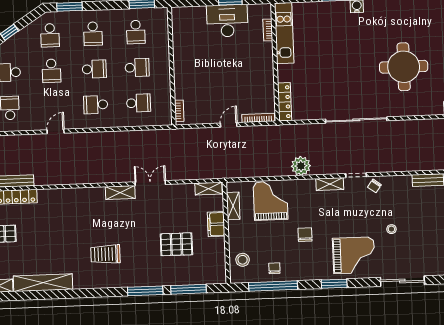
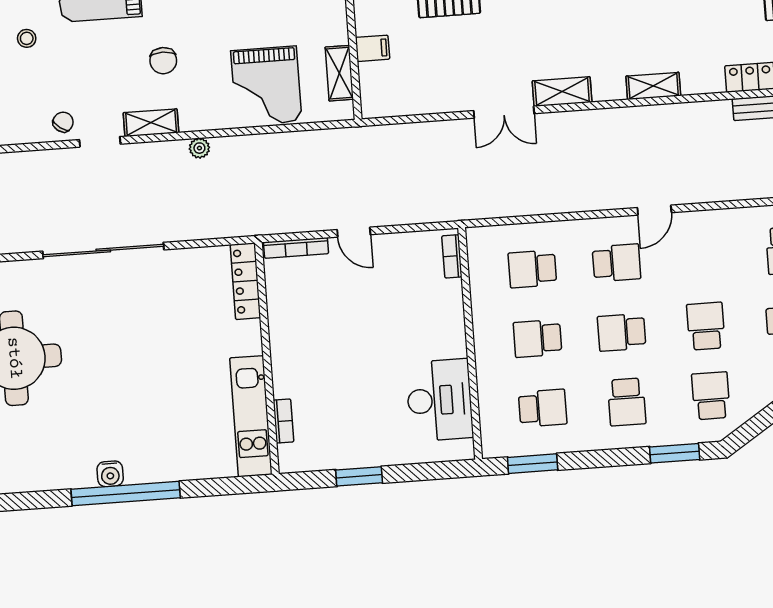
desk: (227, 21) -> (439, 400), moved, turned -90
school desk: (136, 32) -> (543, 408), turned 90
school desk: (93, 34) -> (627, 402), turned 180
door: (229, 125) -> (354, 232), hinge flipped
door: (56, 131) -> (654, 210), moved
plant: (301, 166) -> (199, 148), width x0.53, depth x0.53
shelving: (209, 189) -> (653, 86), moved
filing cabinet: (216, 224) -> (373, 48), width x0.50
chair: (305, 235) -> (163, 61), moved

